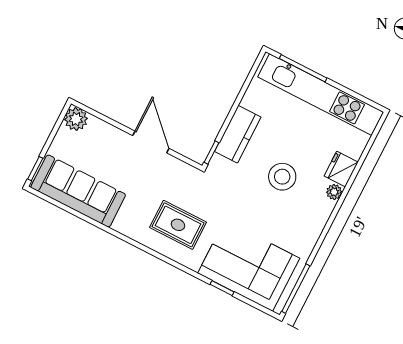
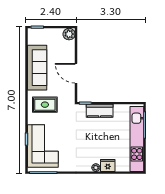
door: (151, 142) -> (76, 73), swing flipped
stool: (282, 177) -> (91, 141), removed
sofa: (78, 191) -> (37, 68), moved
rug: (178, 225) -> (45, 105), turned 90

